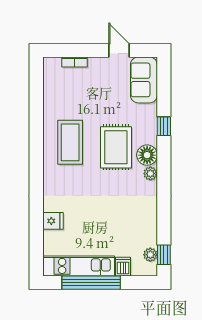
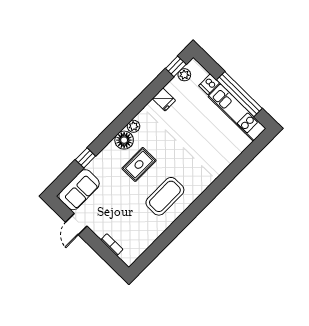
window: (164, 126) -> (85, 158), moved
rug: (116, 147) -> (139, 164), width x0.73, depth x0.70
fridge: (53, 221) -> (164, 100), moved, turned 180

